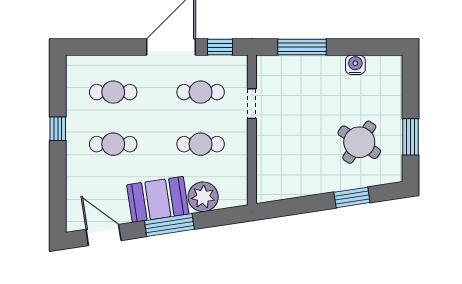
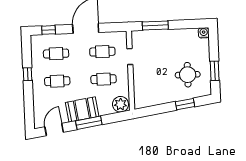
window: (220, 47) -> (49, 30), moved
water cooler: (355, 65) -> (204, 33), moved
round table: (359, 142) -> (188, 75), turned -34
plant: (203, 197) -> (120, 104), moved
door: (104, 235) -> (54, 130), hinge flipped

